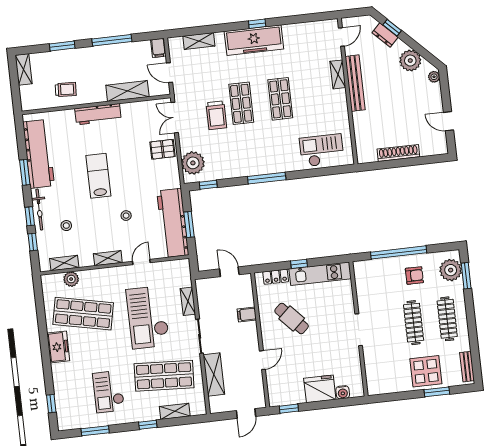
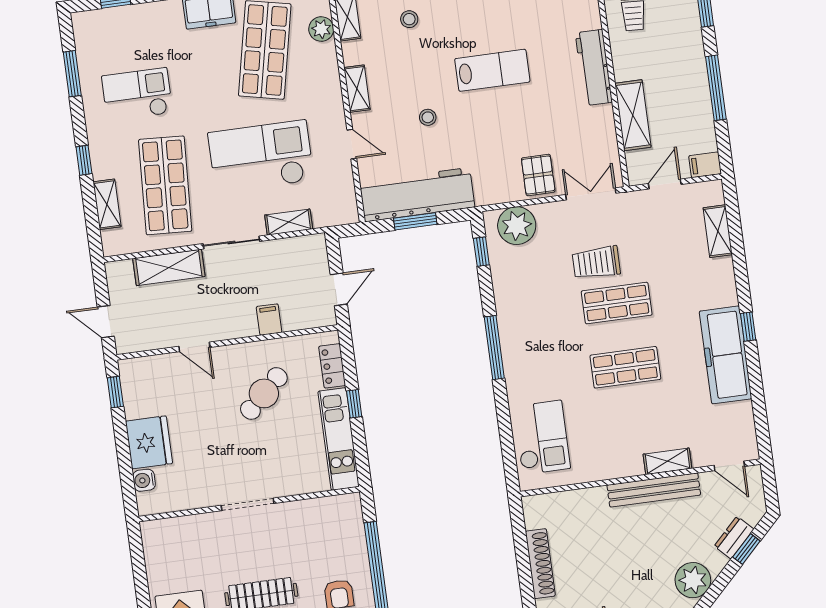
freezer: (254, 40) -> (726, 355), moved

